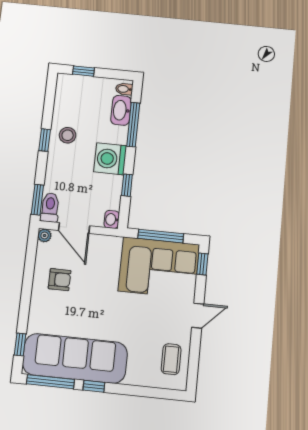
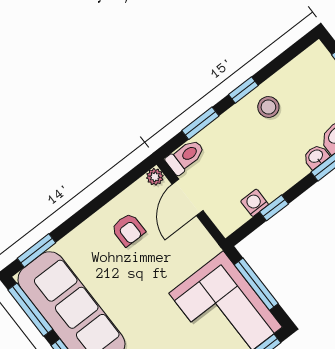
washing machine: (110, 159) -> (255, 203), moved, width x0.53, depth x0.53
window: (37, 200) -> (200, 123), moved
washbasin: (112, 219) -> (316, 157), moved
window: (20, 344) -> (36, 250), width x1.50

